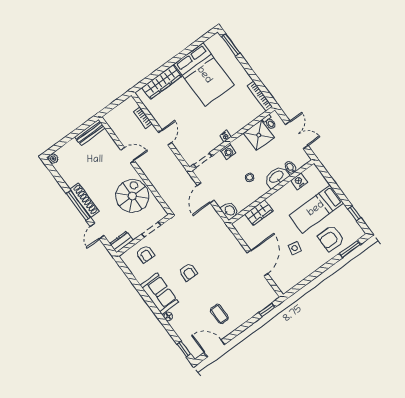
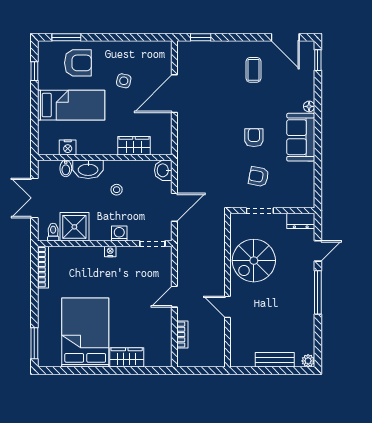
wardrobe: (162, 82) -> (127, 357), width x0.67
bench: (90, 133) -> (275, 360), moved
shoe rack: (84, 200) -> (307, 293), removed
armchair: (145, 254) -> (259, 177), moved, turned -79

